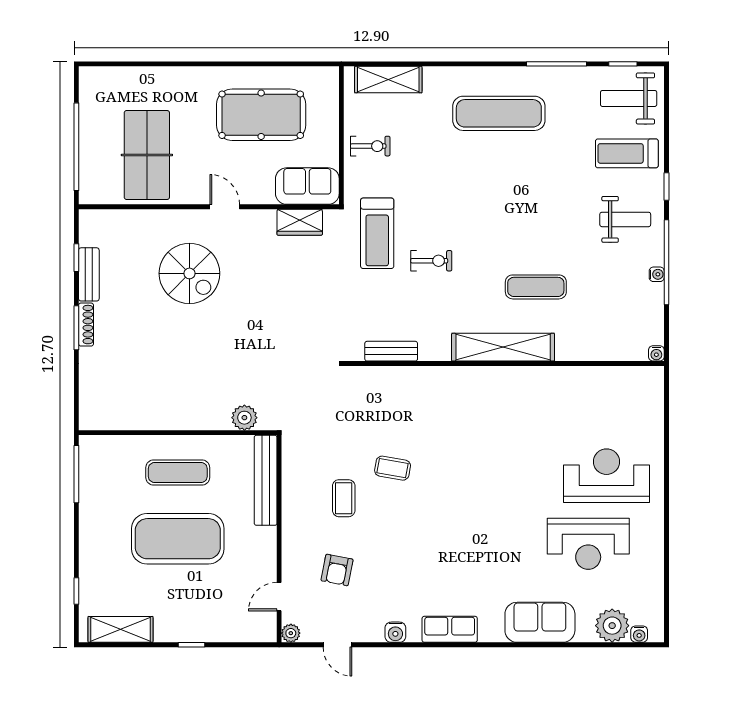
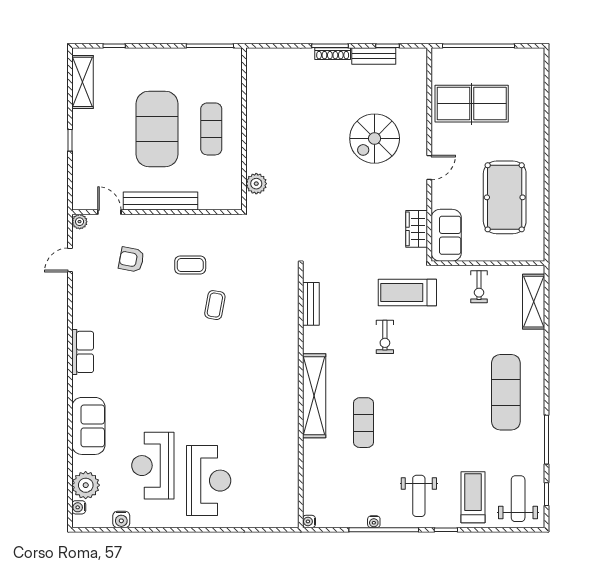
bench: (266, 480) -> (160, 201), moved
water cooler: (395, 632) -> (121, 519), moved, turned -90

